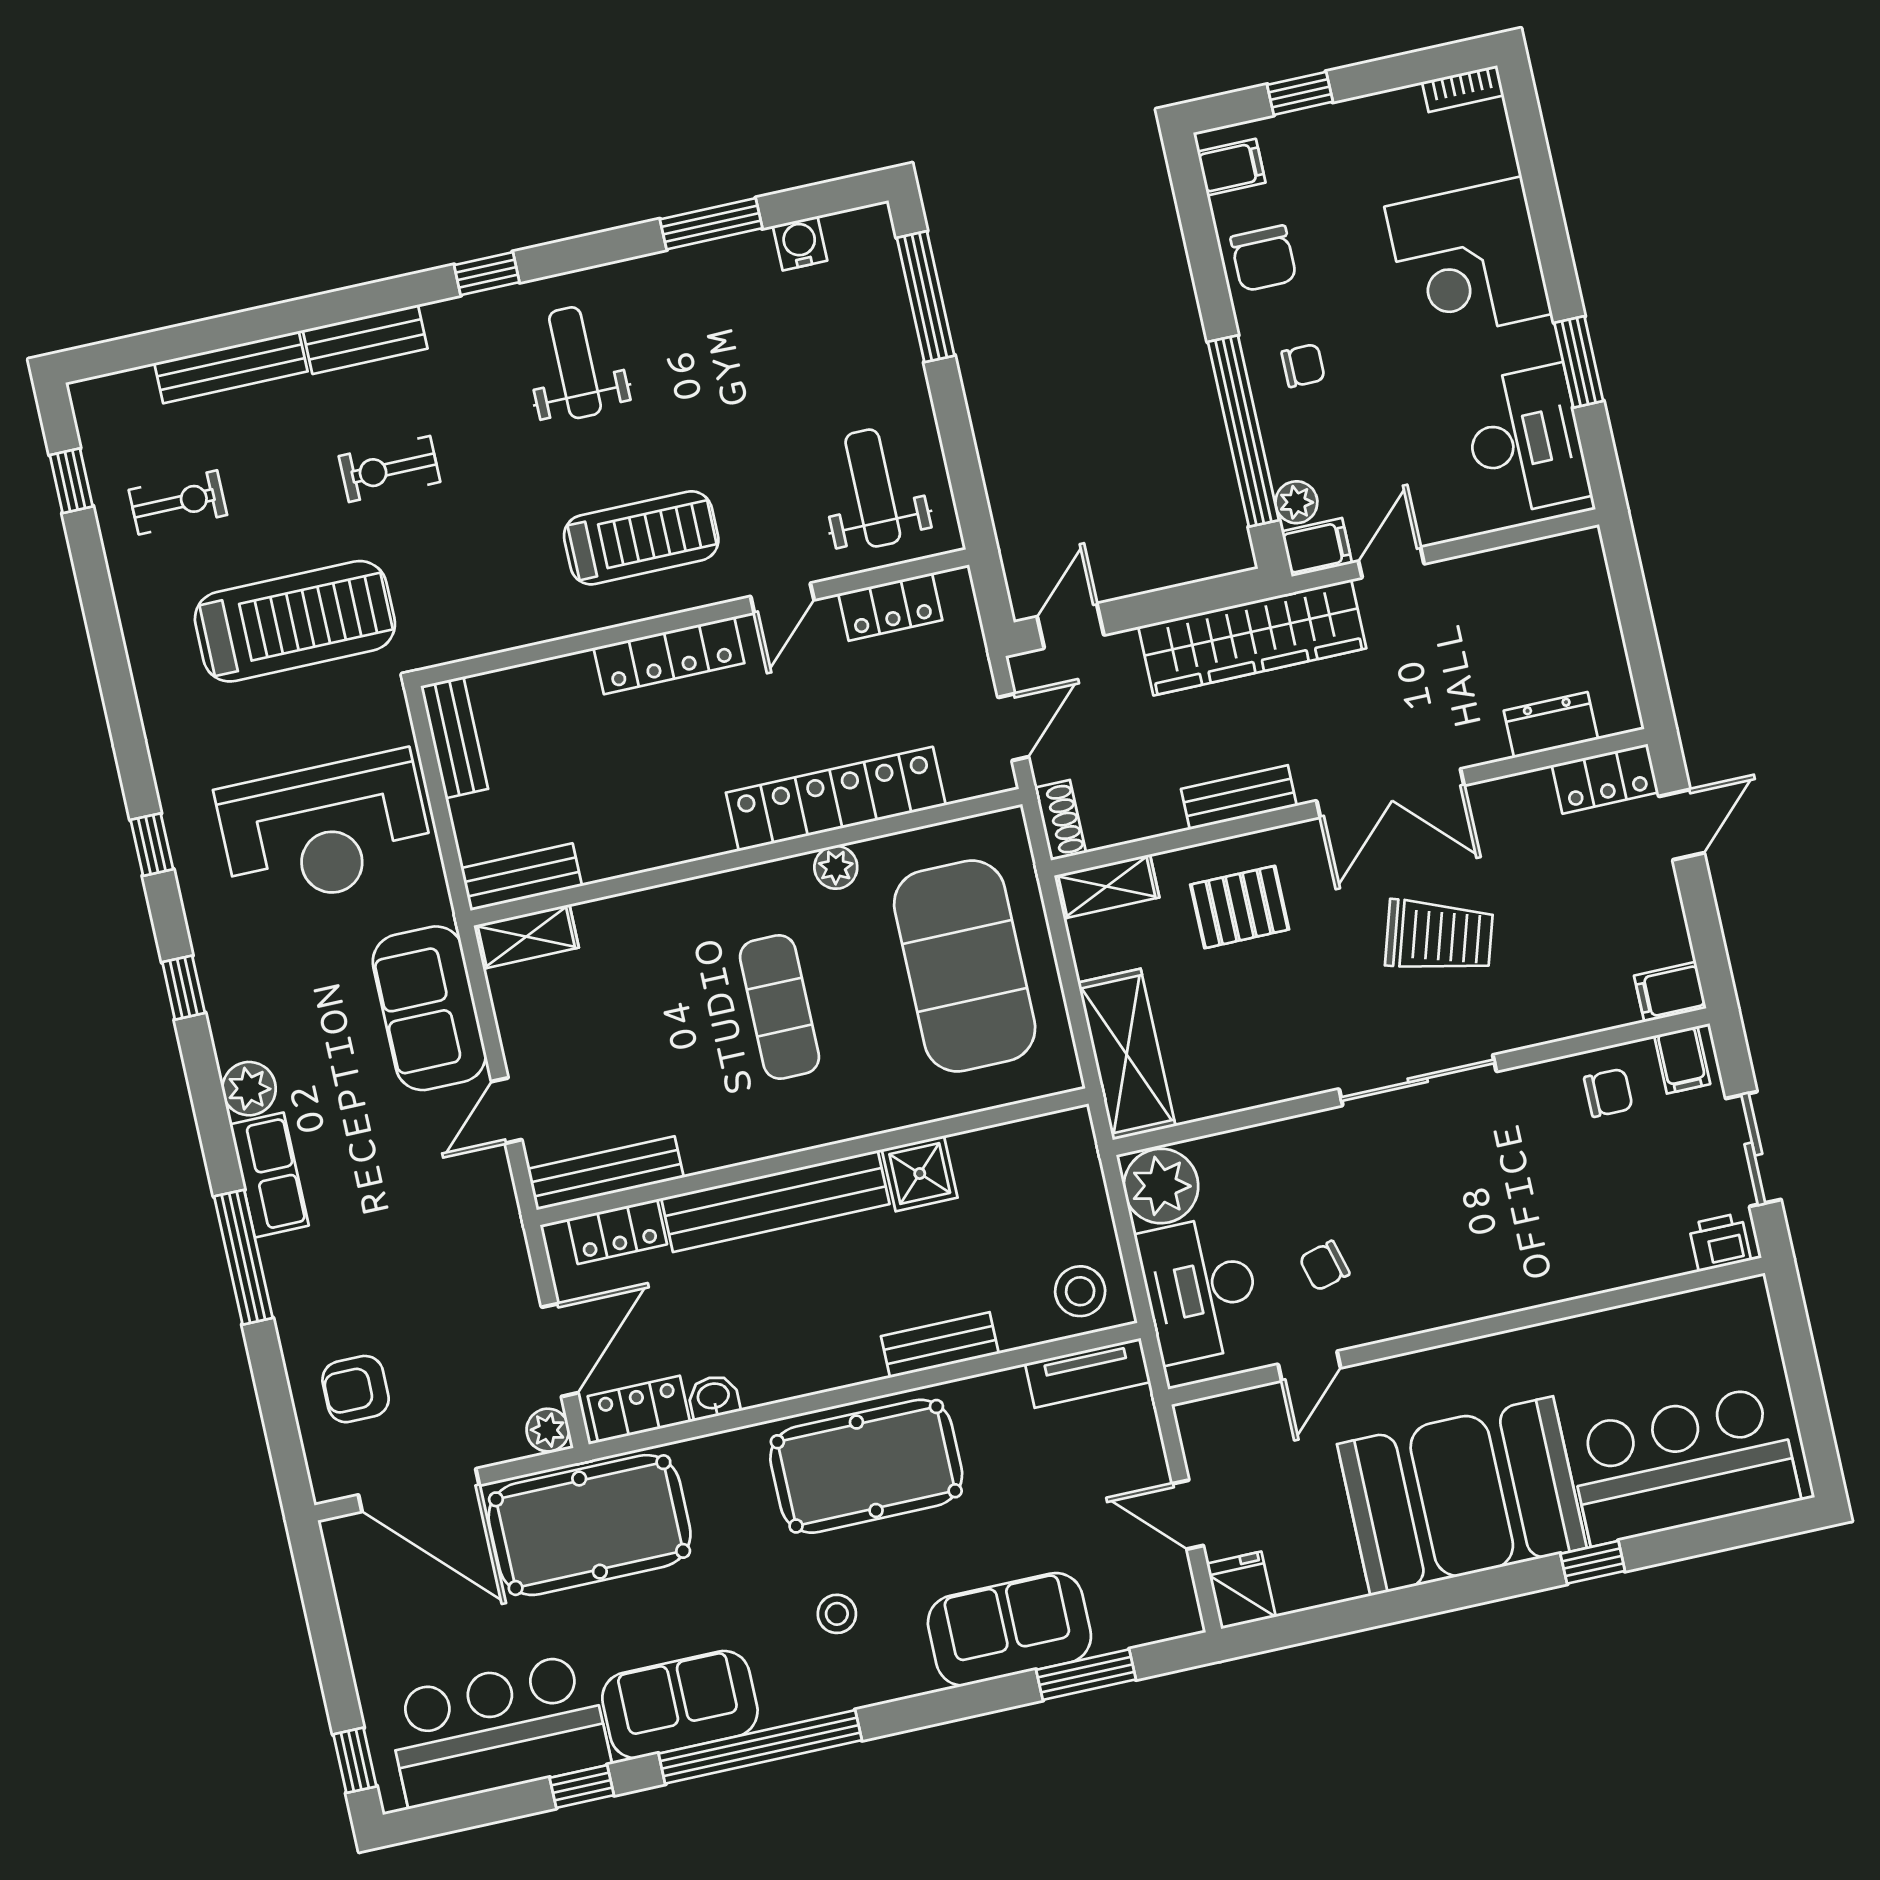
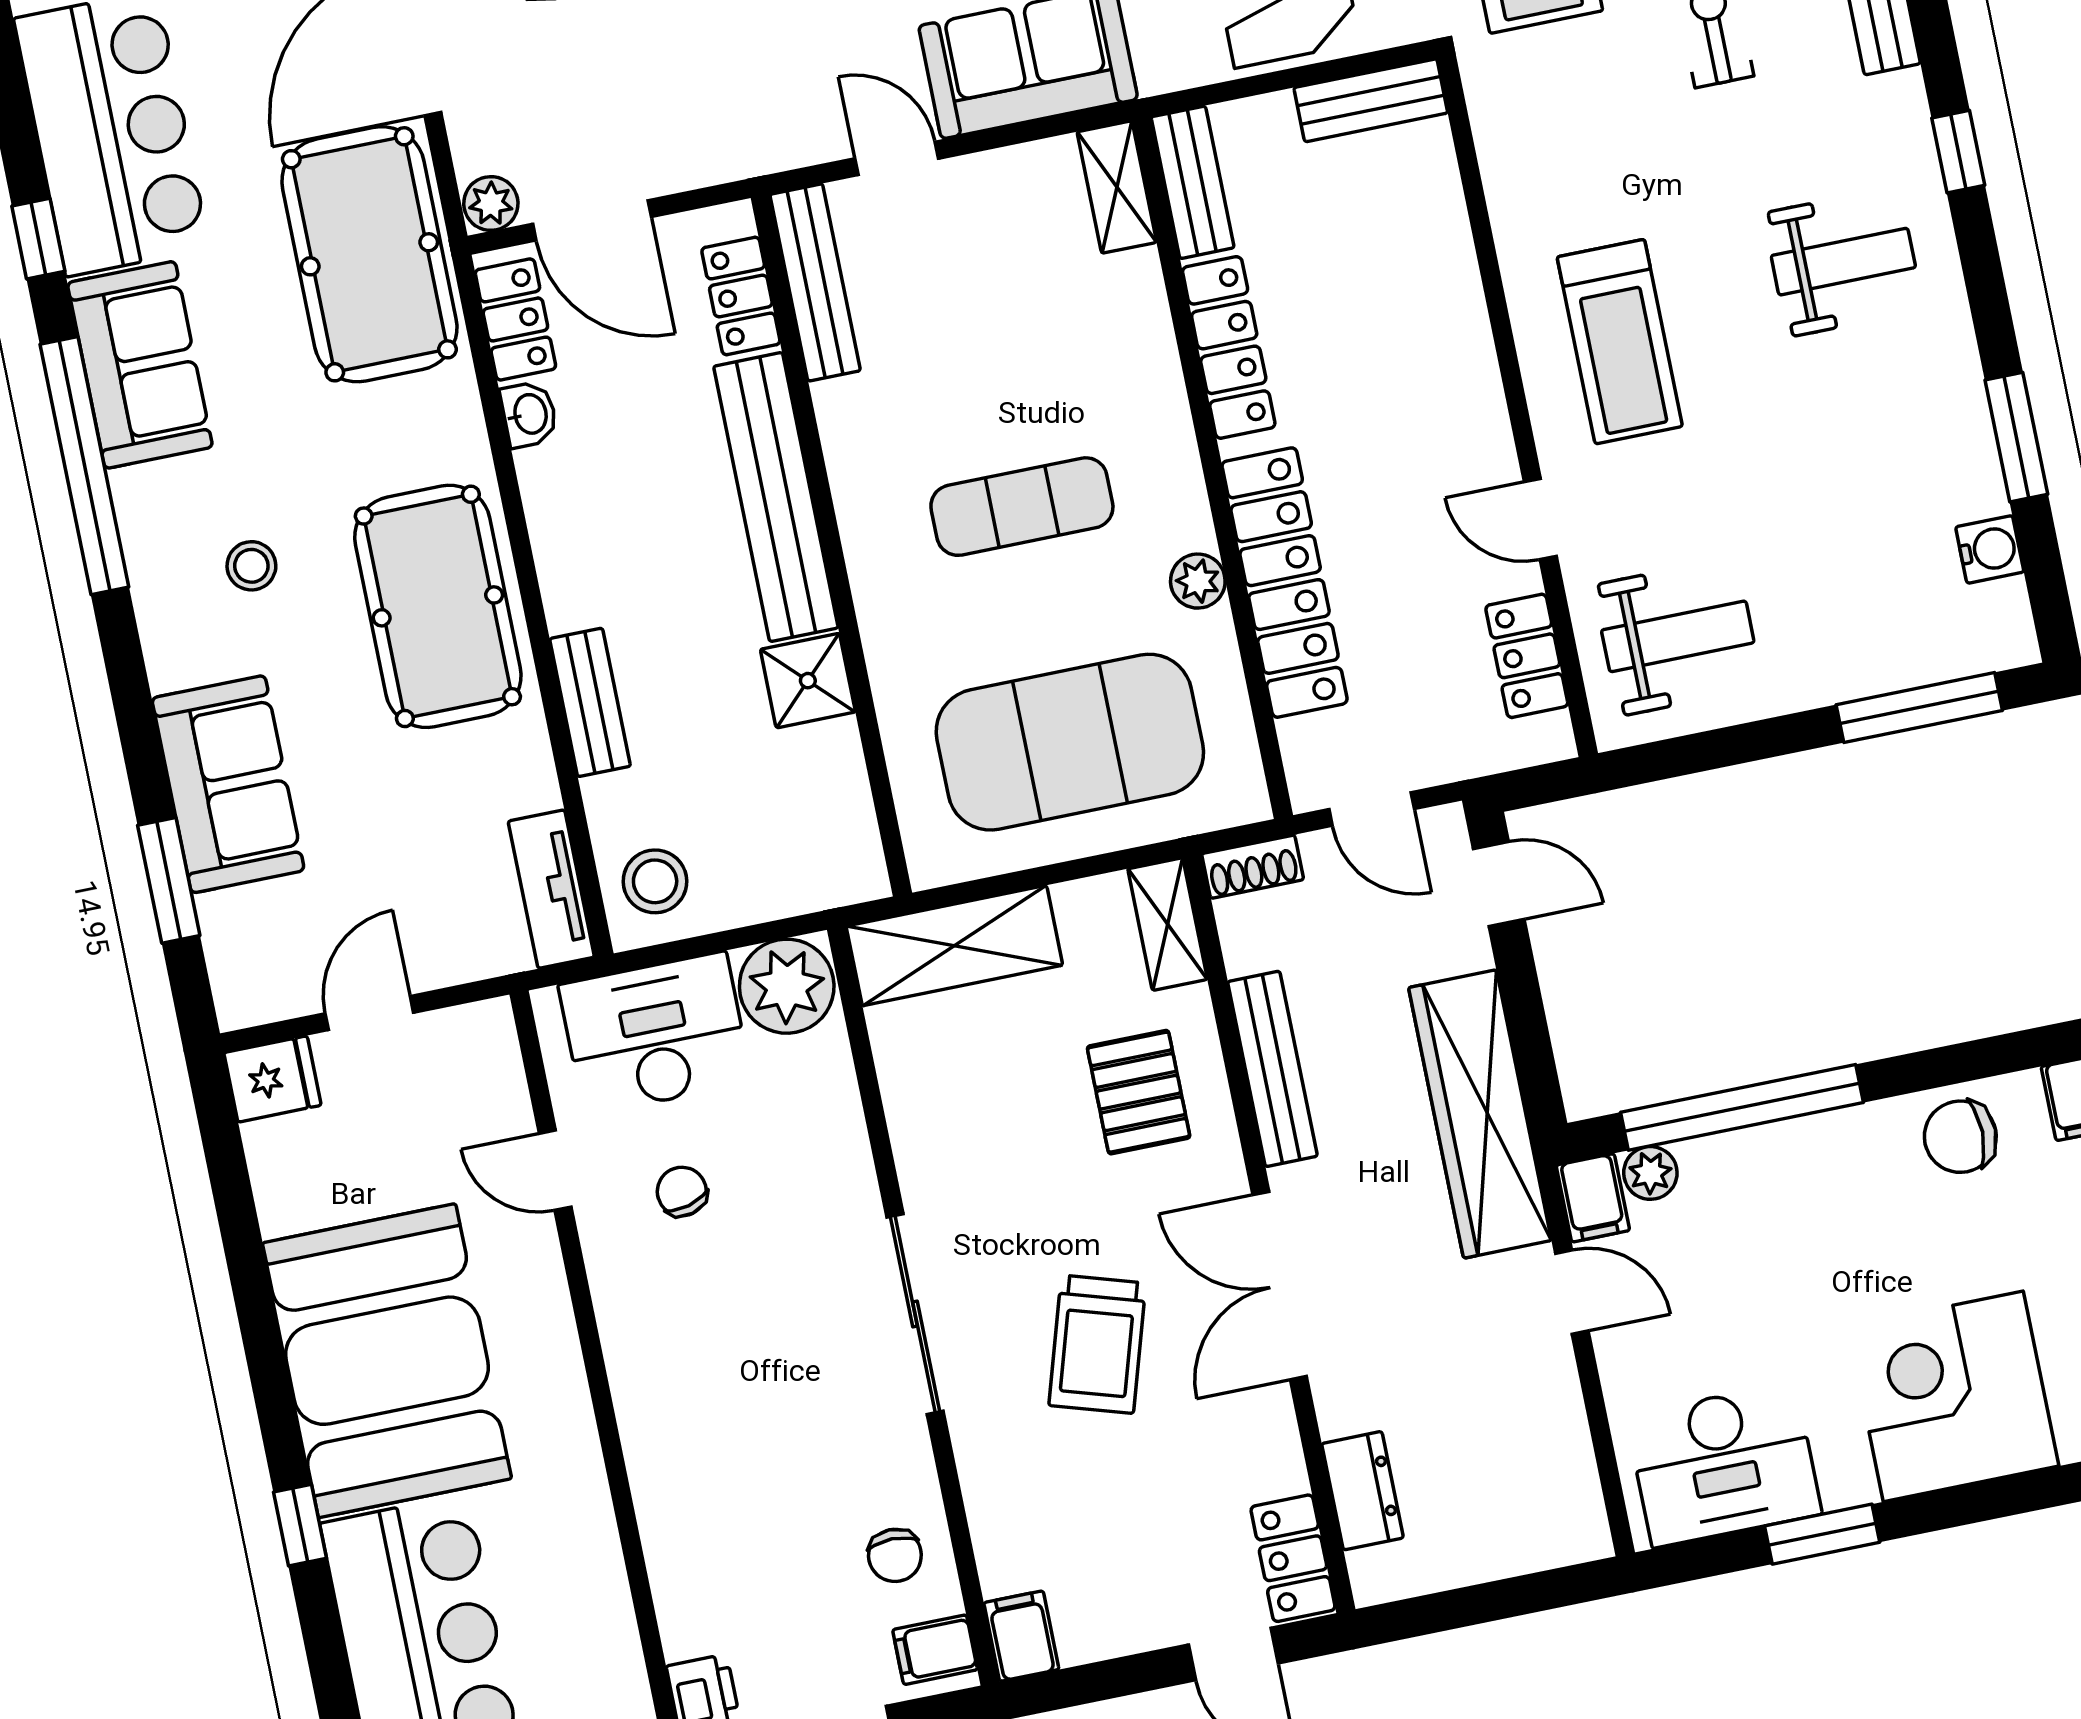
chair: (1303, 366) -> (1824, 1185), removed
locker: (669, 655) -> (1229, 347), moved, turned 180
bench: (1239, 797) -> (1273, 1069), width x1.36

